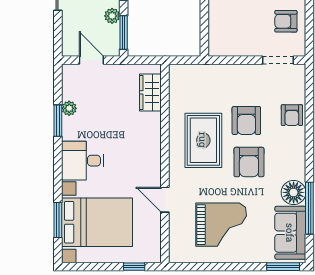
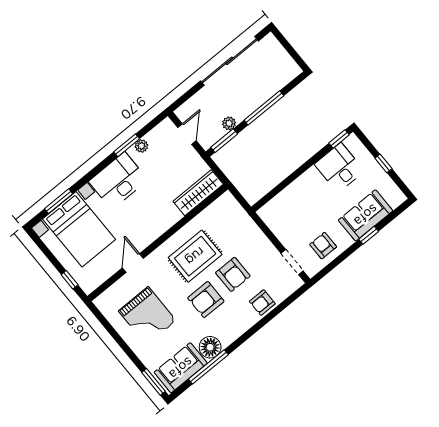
wardrobe: (150, 92) -> (198, 193), width x1.50
armchair: (246, 121) -> (233, 274), turned -90
desk: (83, 161) -> (118, 181), width x1.37

